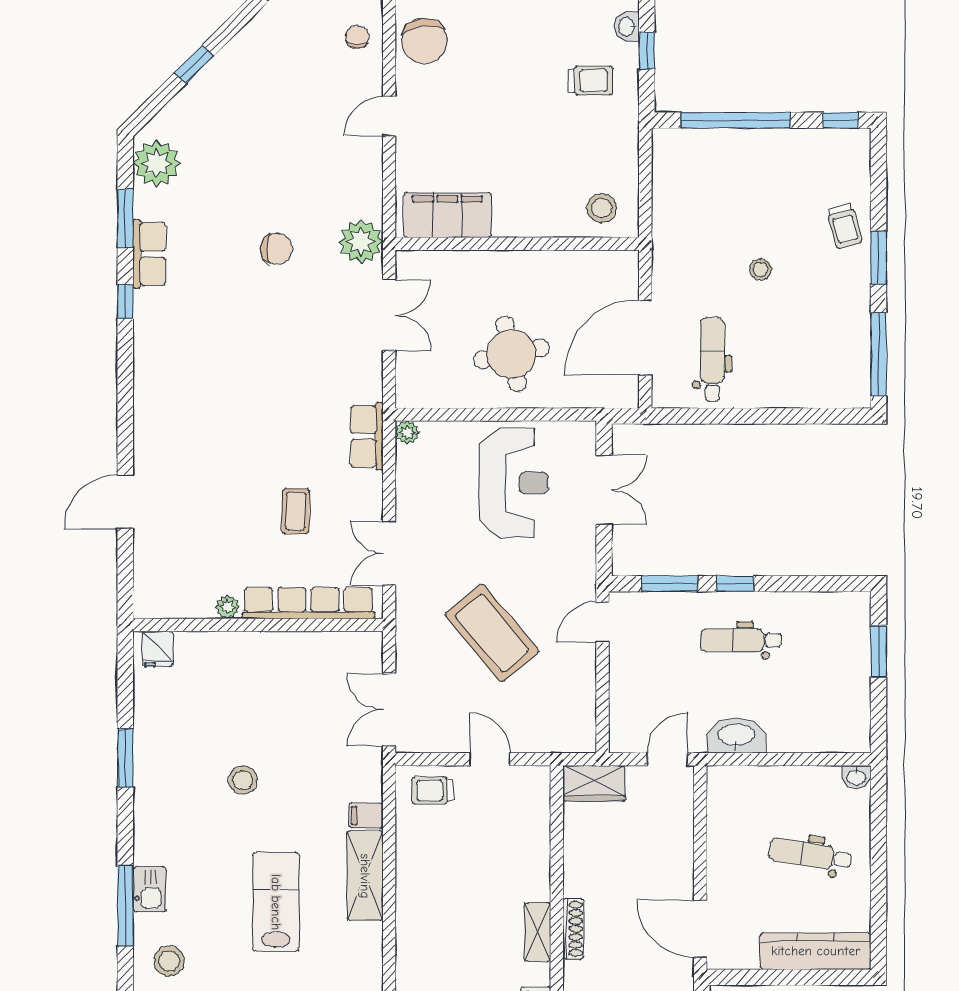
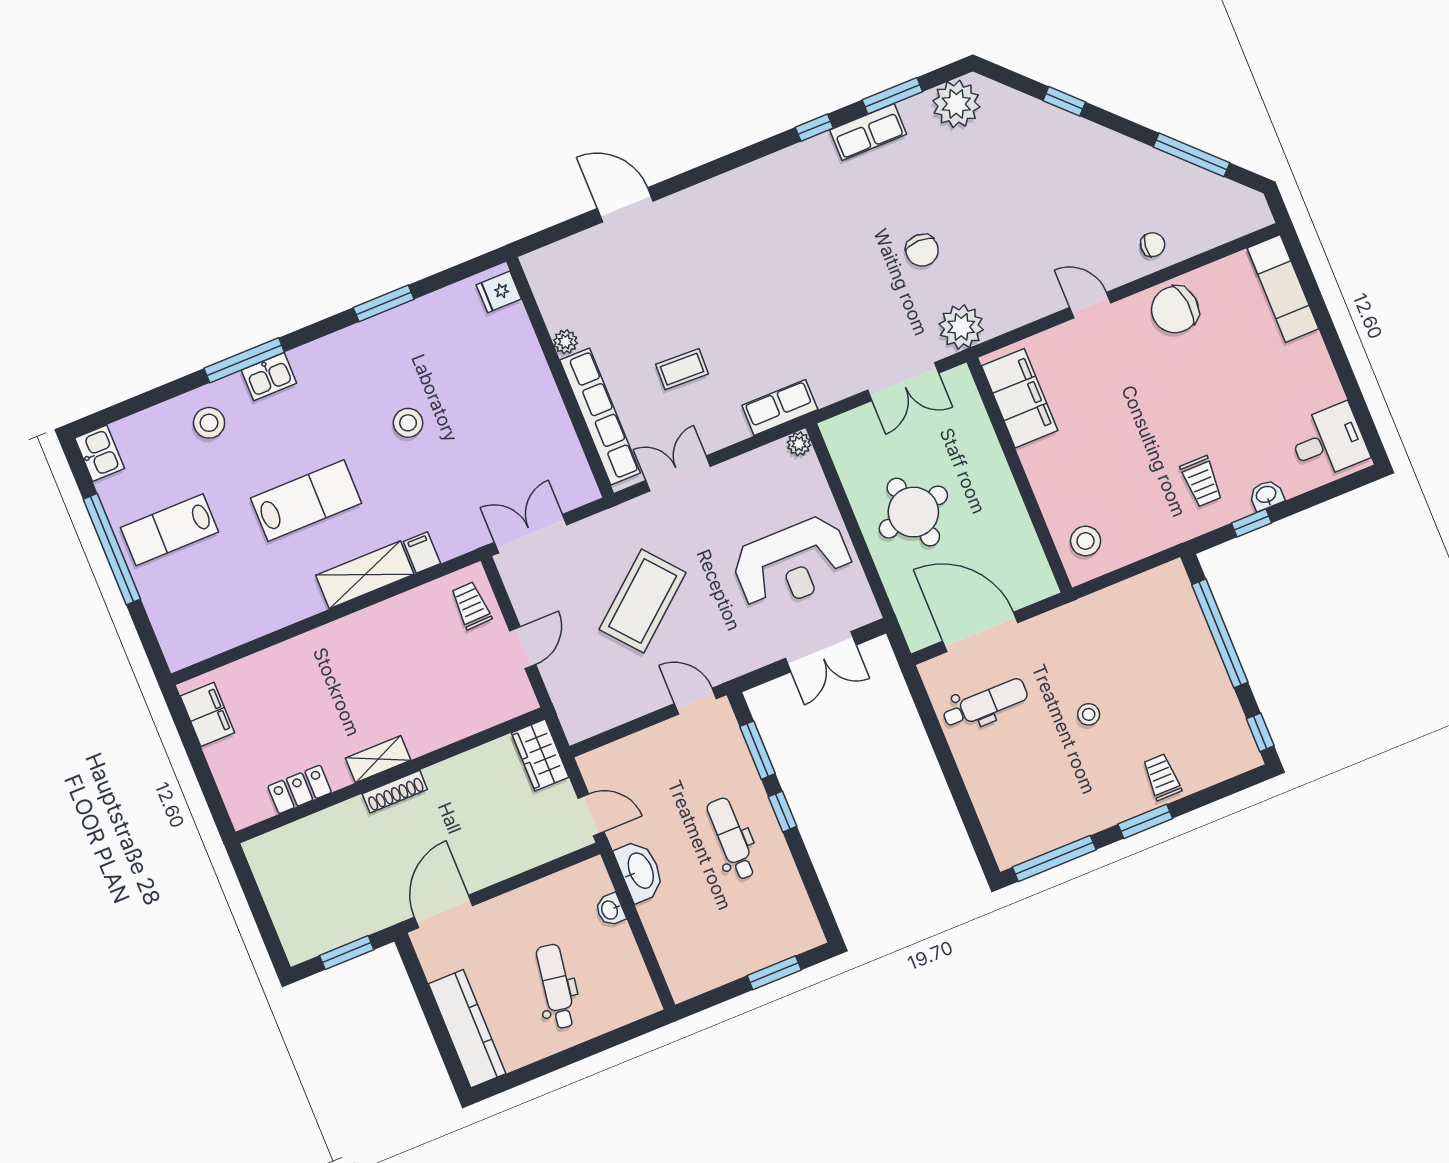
trolley: (845, 226) -> (1162, 777), turned 105
washbasin: (857, 777) -> (610, 910), moved

